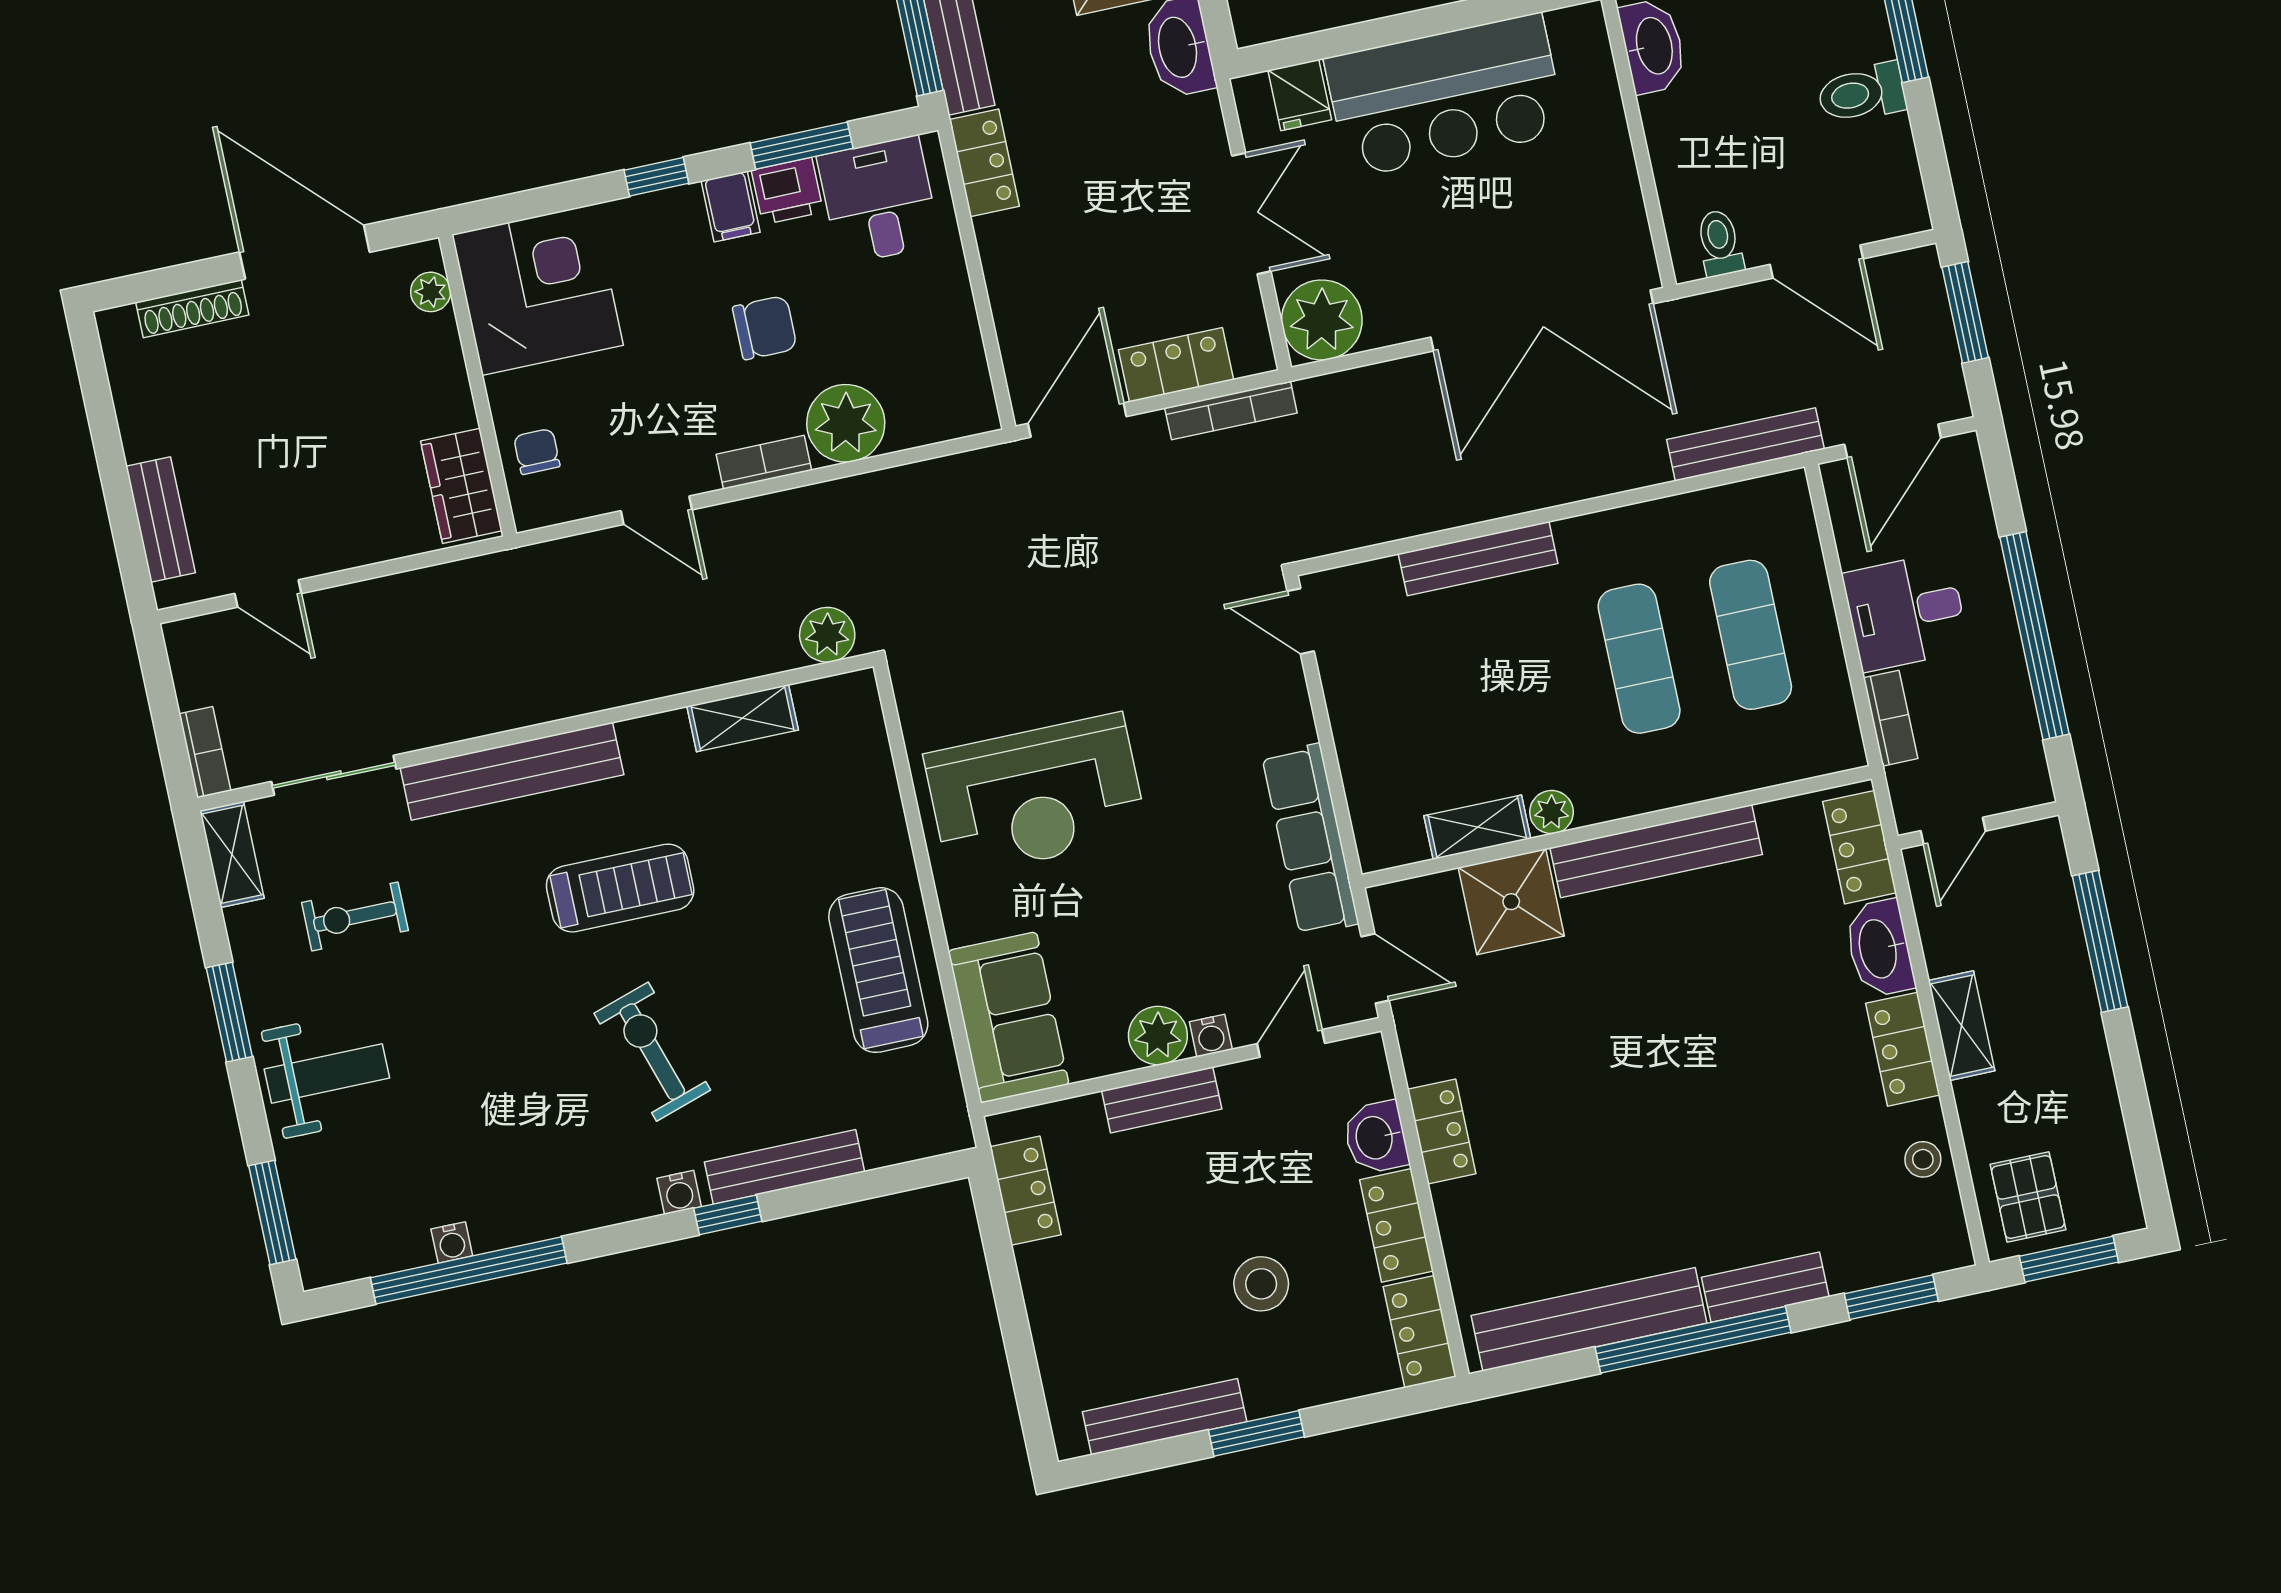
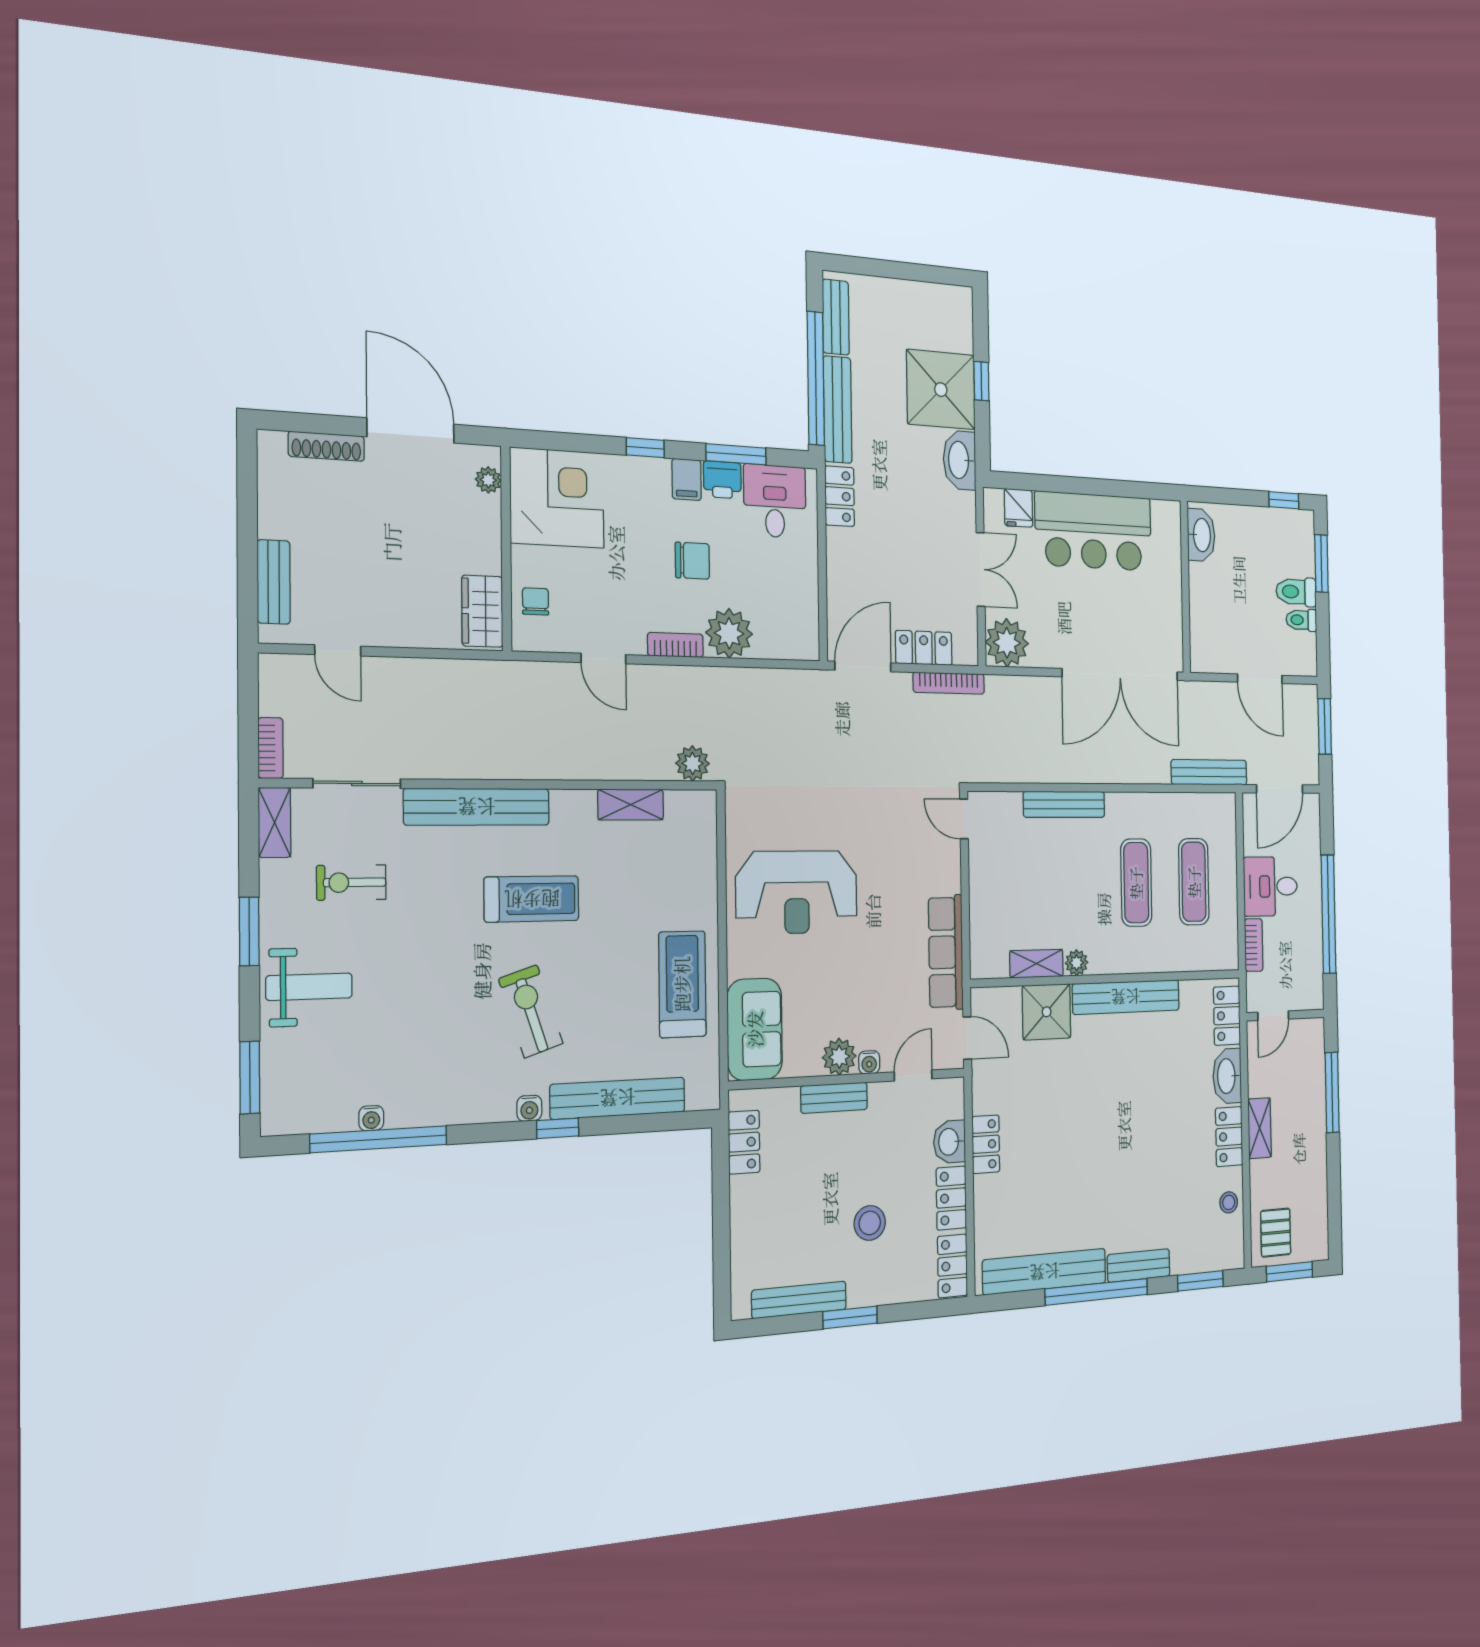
toilet: (1720, 243) -> (1301, 620), moved, turned -90
bench: (785, 1167) -> (618, 1098), width x1.37, depth x1.21

